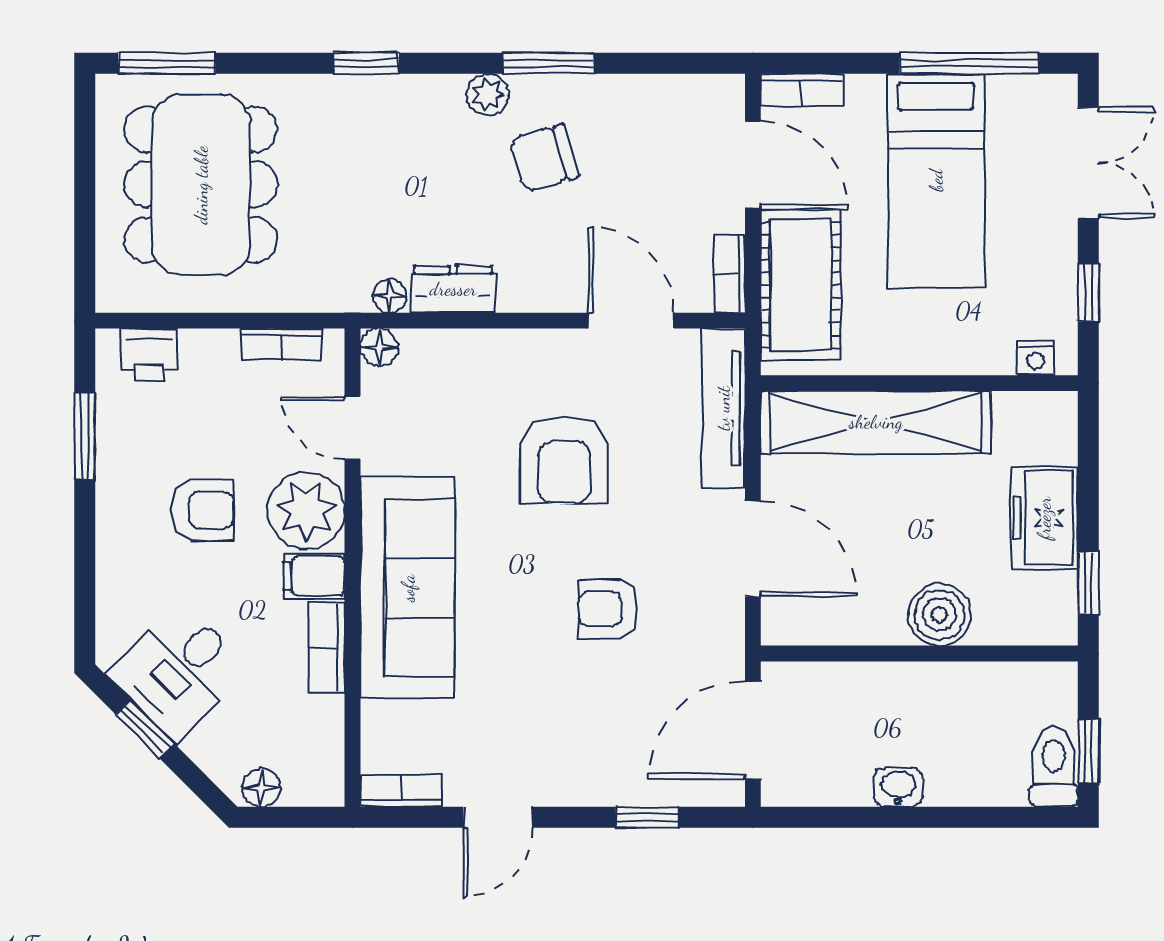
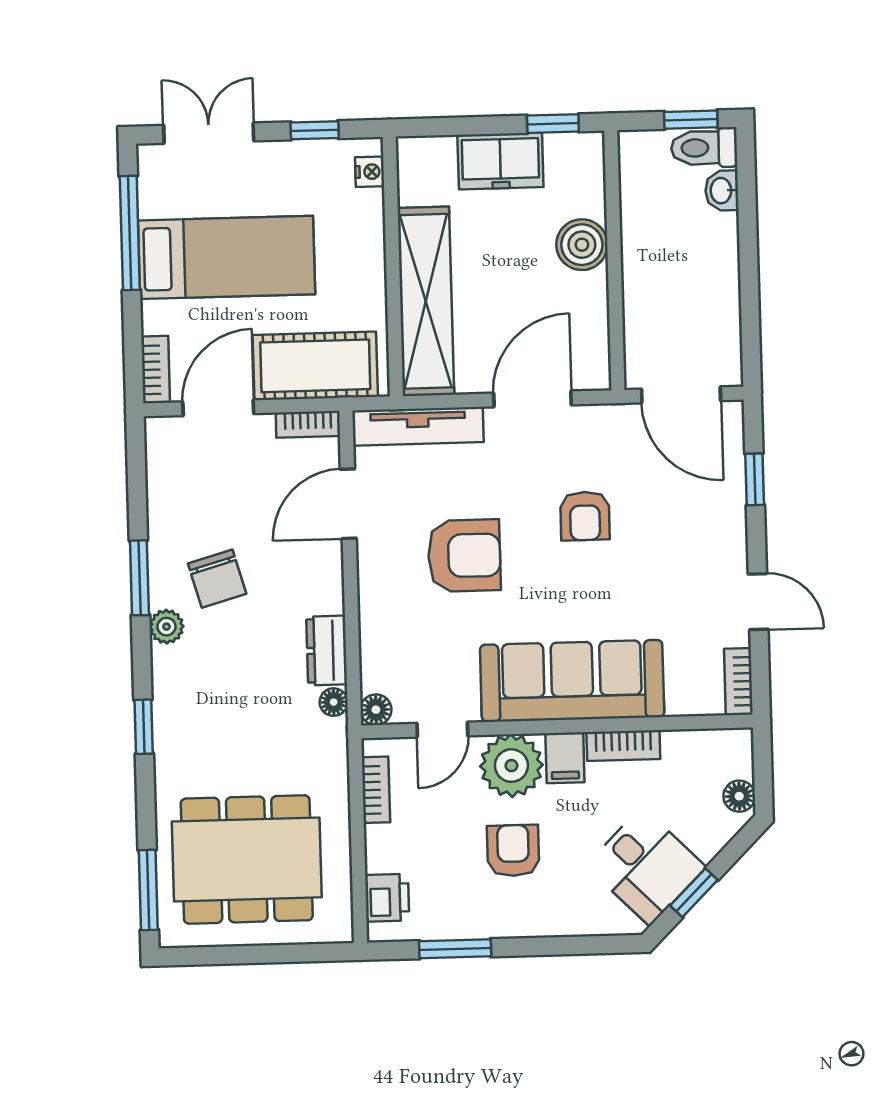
washbasin: (898, 787) -> (722, 191), moved

